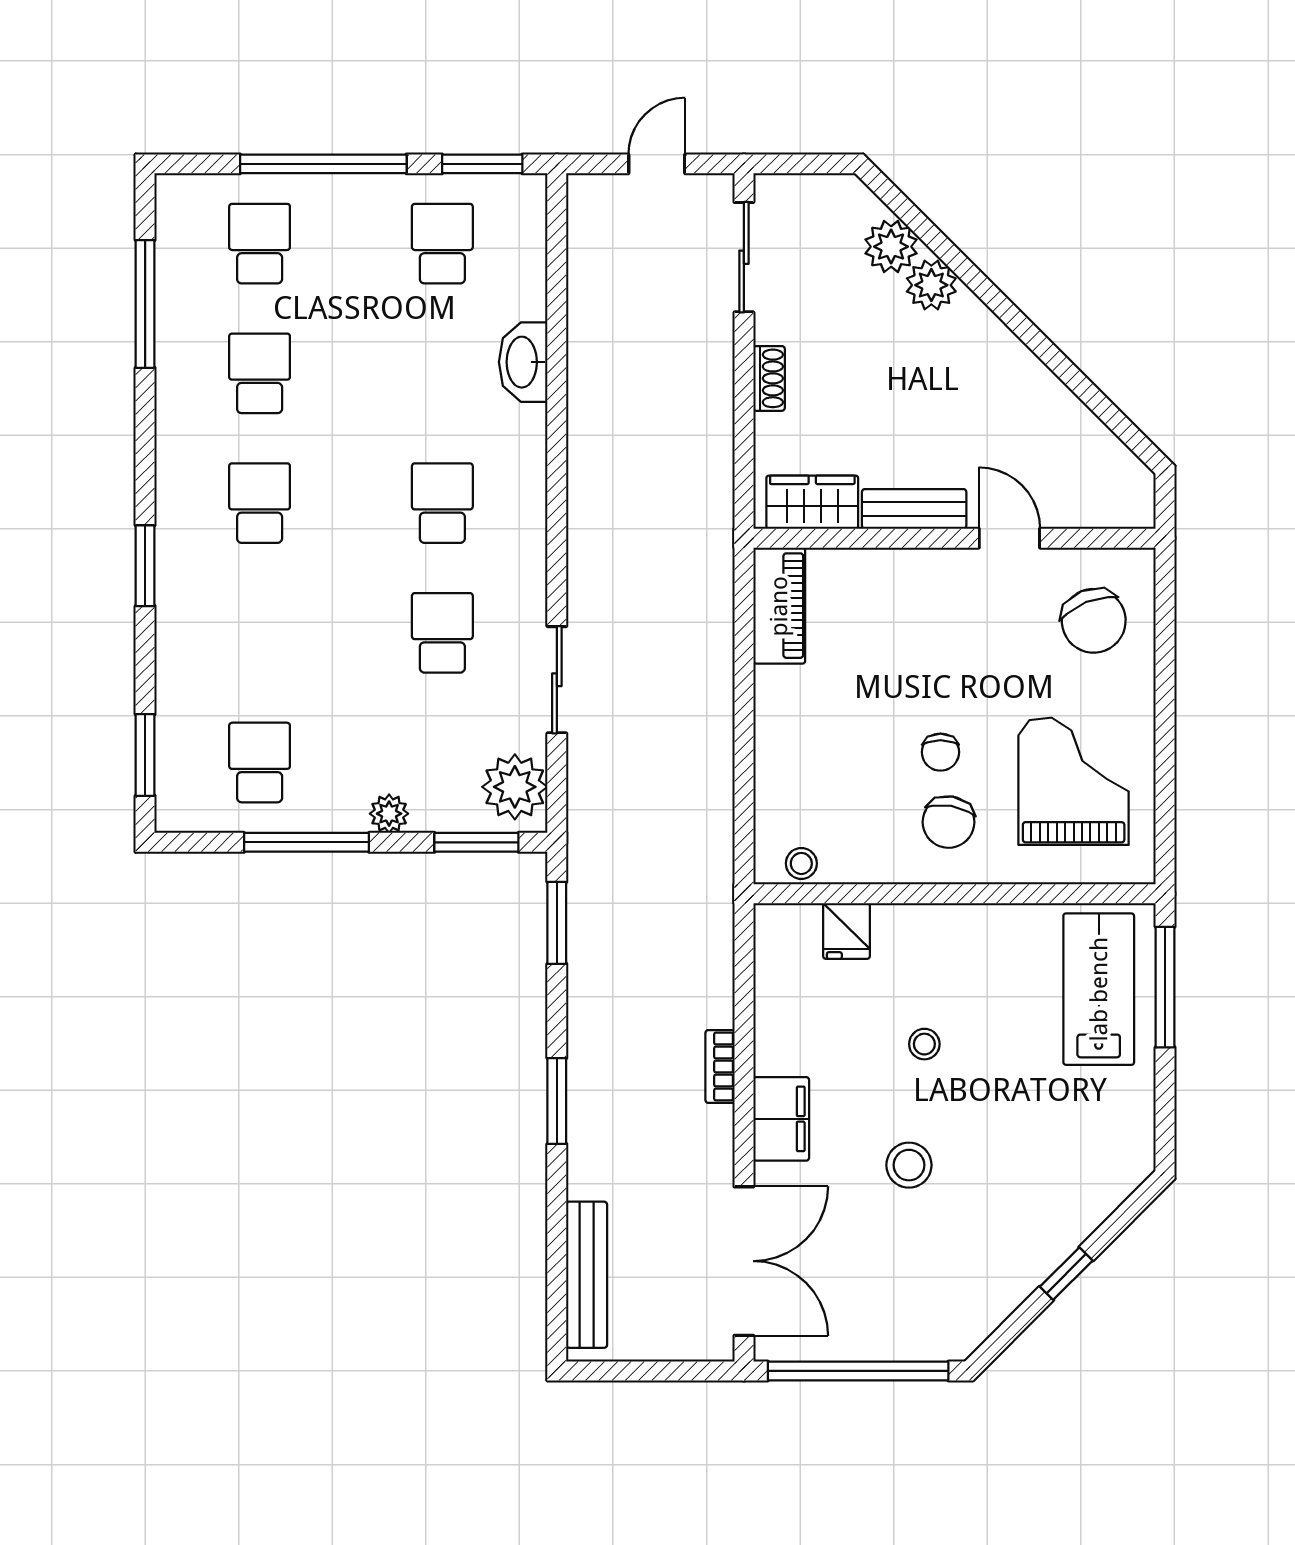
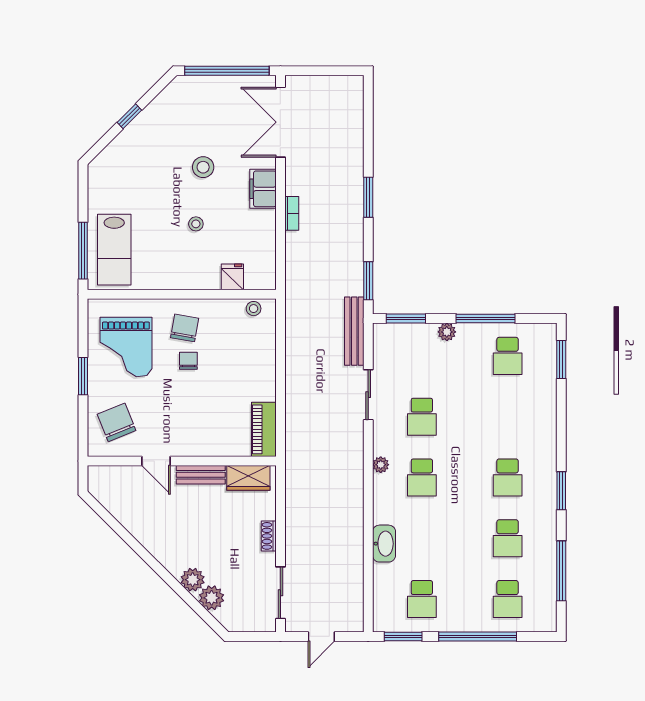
window: (145, 566) -> (561, 491), moved
window: (1165, 719) -> (83, 376), added
plant: (515, 787) -> (381, 465), moved, width x0.53, depth x0.53
bench: (587, 1275) -> (354, 331), moved

